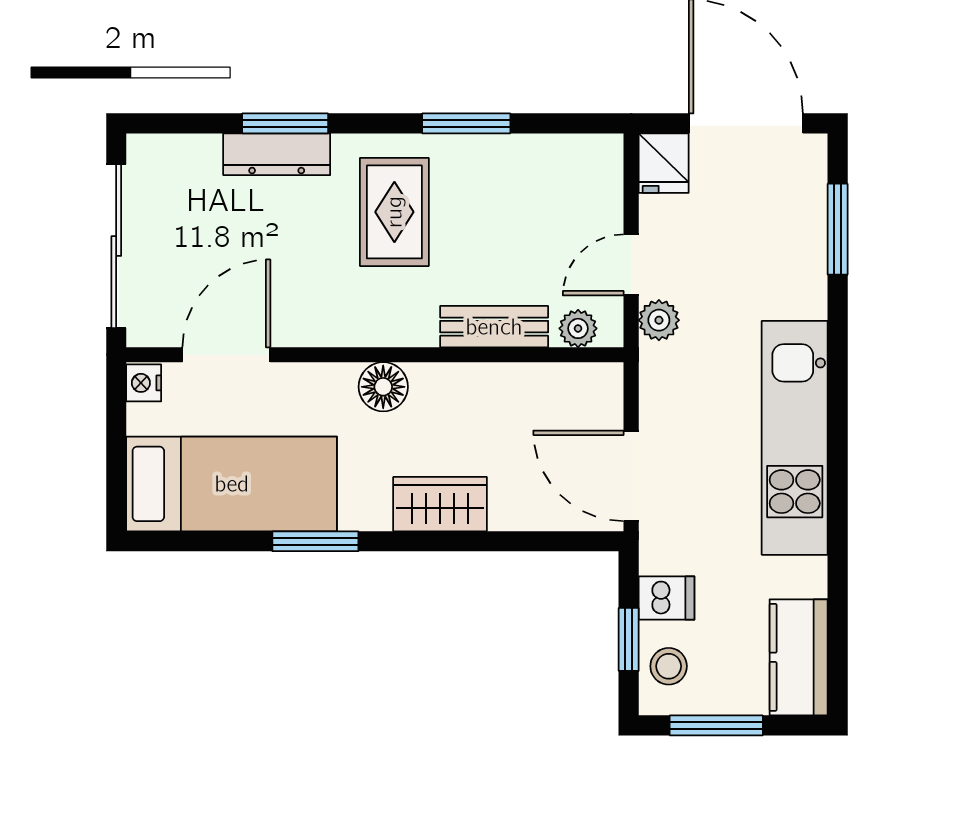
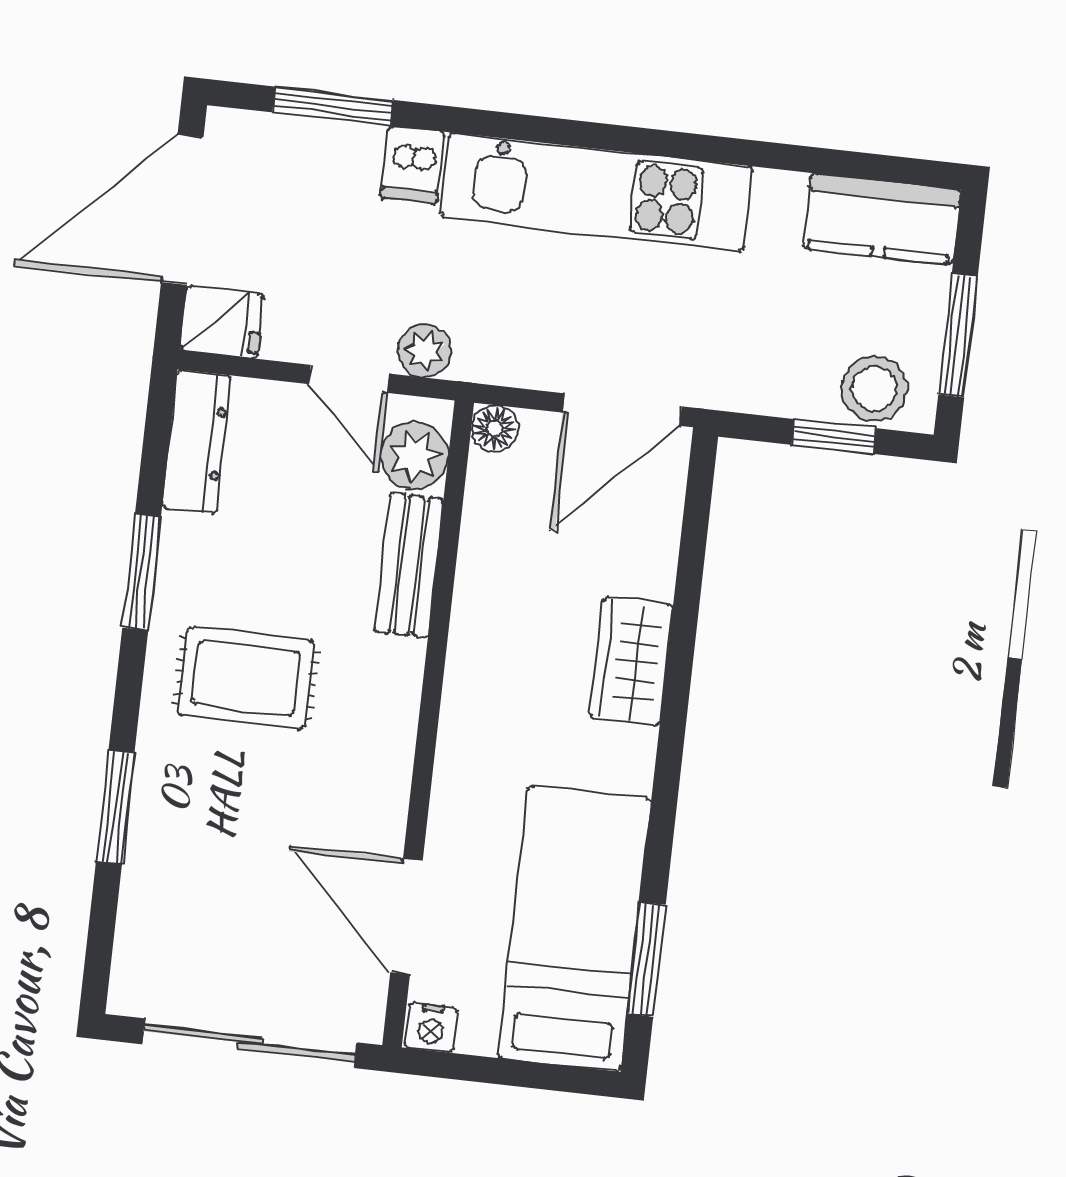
dresser: (277, 154) -> (197, 442), moved
plant: (578, 328) -> (415, 456), width x1.38, depth x1.38
floor lamp: (383, 387) -> (495, 429), moved, width x0.73, depth x0.73
window: (315, 541) -> (646, 959), moved
dishwasher: (667, 598) -> (413, 165), moved, turned 180
stool: (669, 666) -> (874, 389), width x1.37, depth x1.37

